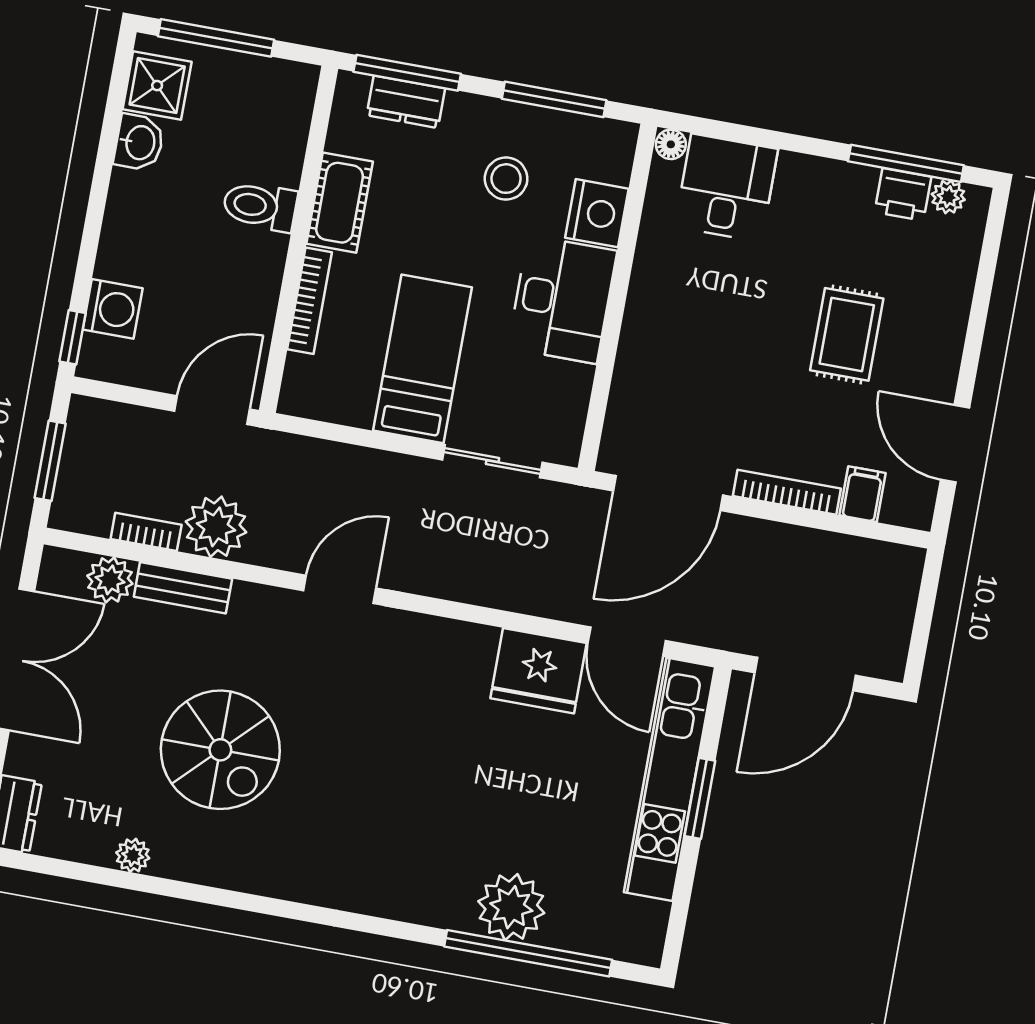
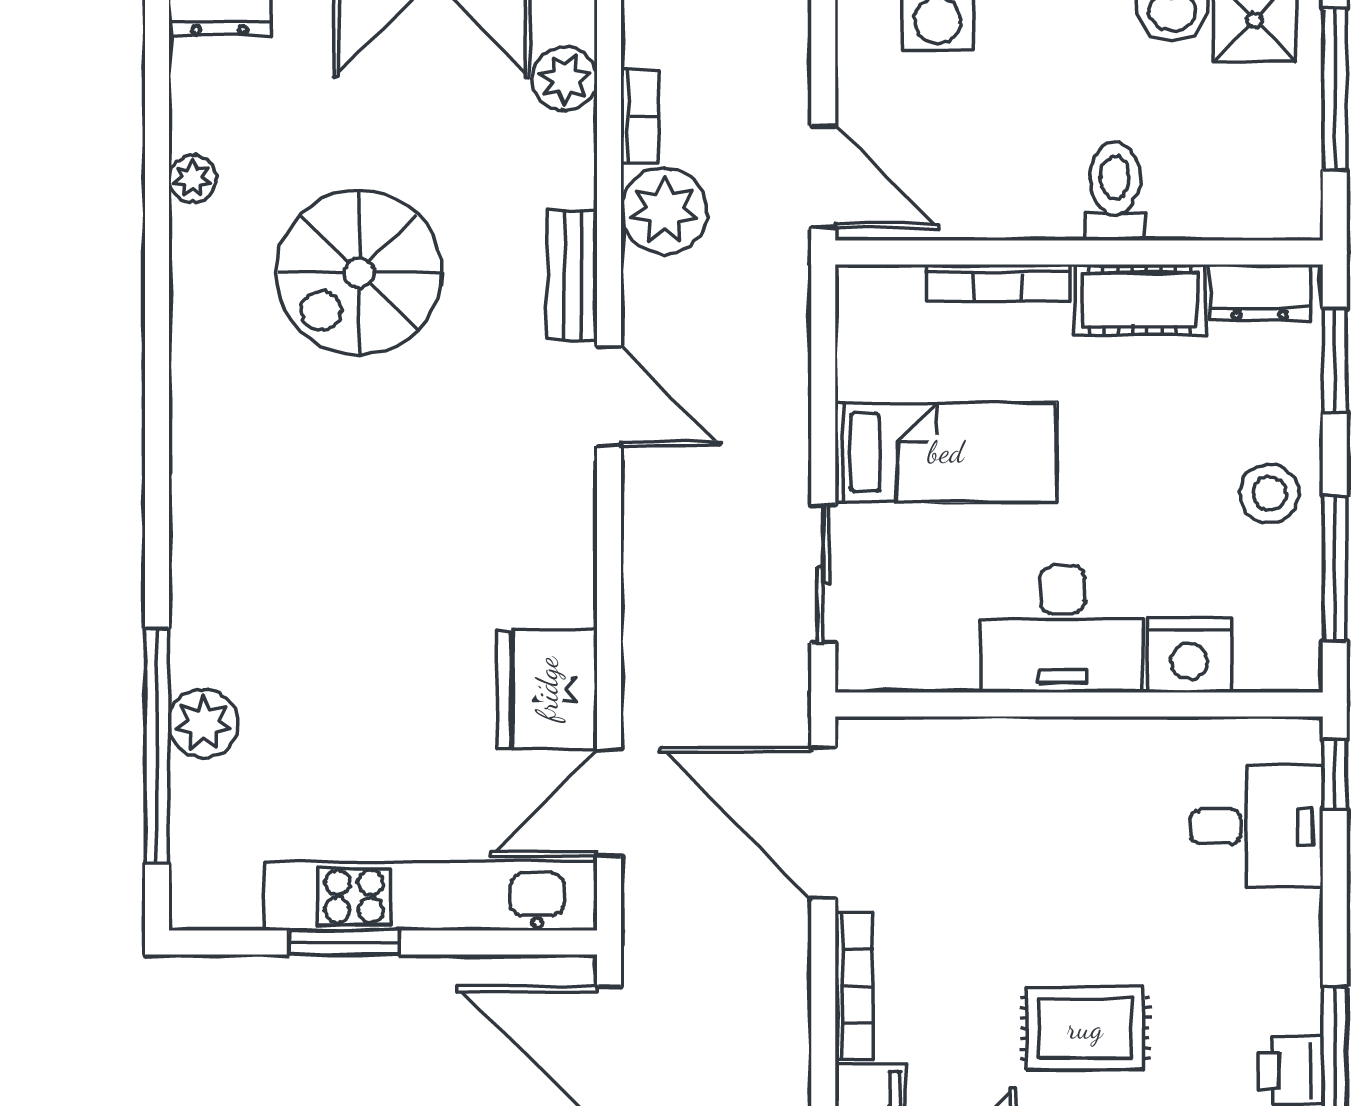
window: (407, 73) -> (1335, 360), width x0.69
dresser: (406, 102) -> (1260, 293), moved, turned -90
window: (700, 126) -> (1335, 774), added
floor lamp: (671, 144) -> (1302, 740), removed
stool: (506, 179) -> (1270, 493), moved
bench: (183, 588) -> (572, 275), moved
window: (700, 798) -> (344, 943), moved
plant: (511, 907) -> (203, 723), width x0.73, depth x0.73

